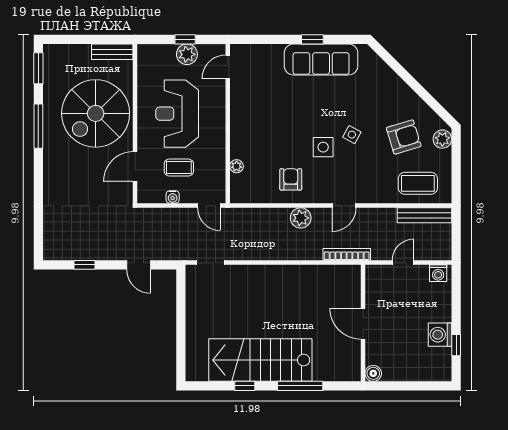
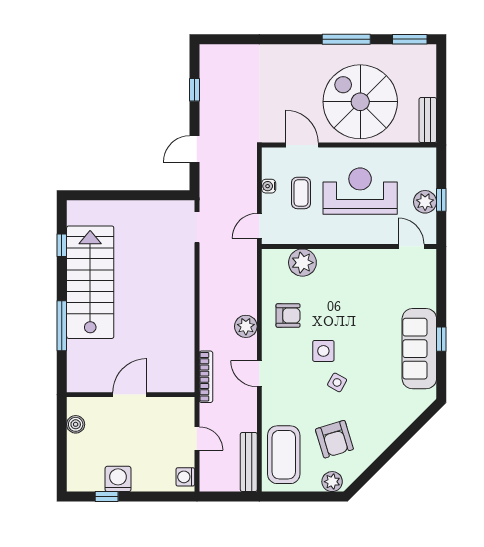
plant: (237, 166) -> (302, 263), width x1.87, depth x1.87
coffee table: (418, 183) -> (284, 455), width x1.36, depth x1.32
boiler: (373, 373) -> (76, 424), moved
window: (245, 386) -> (62, 245), moved

